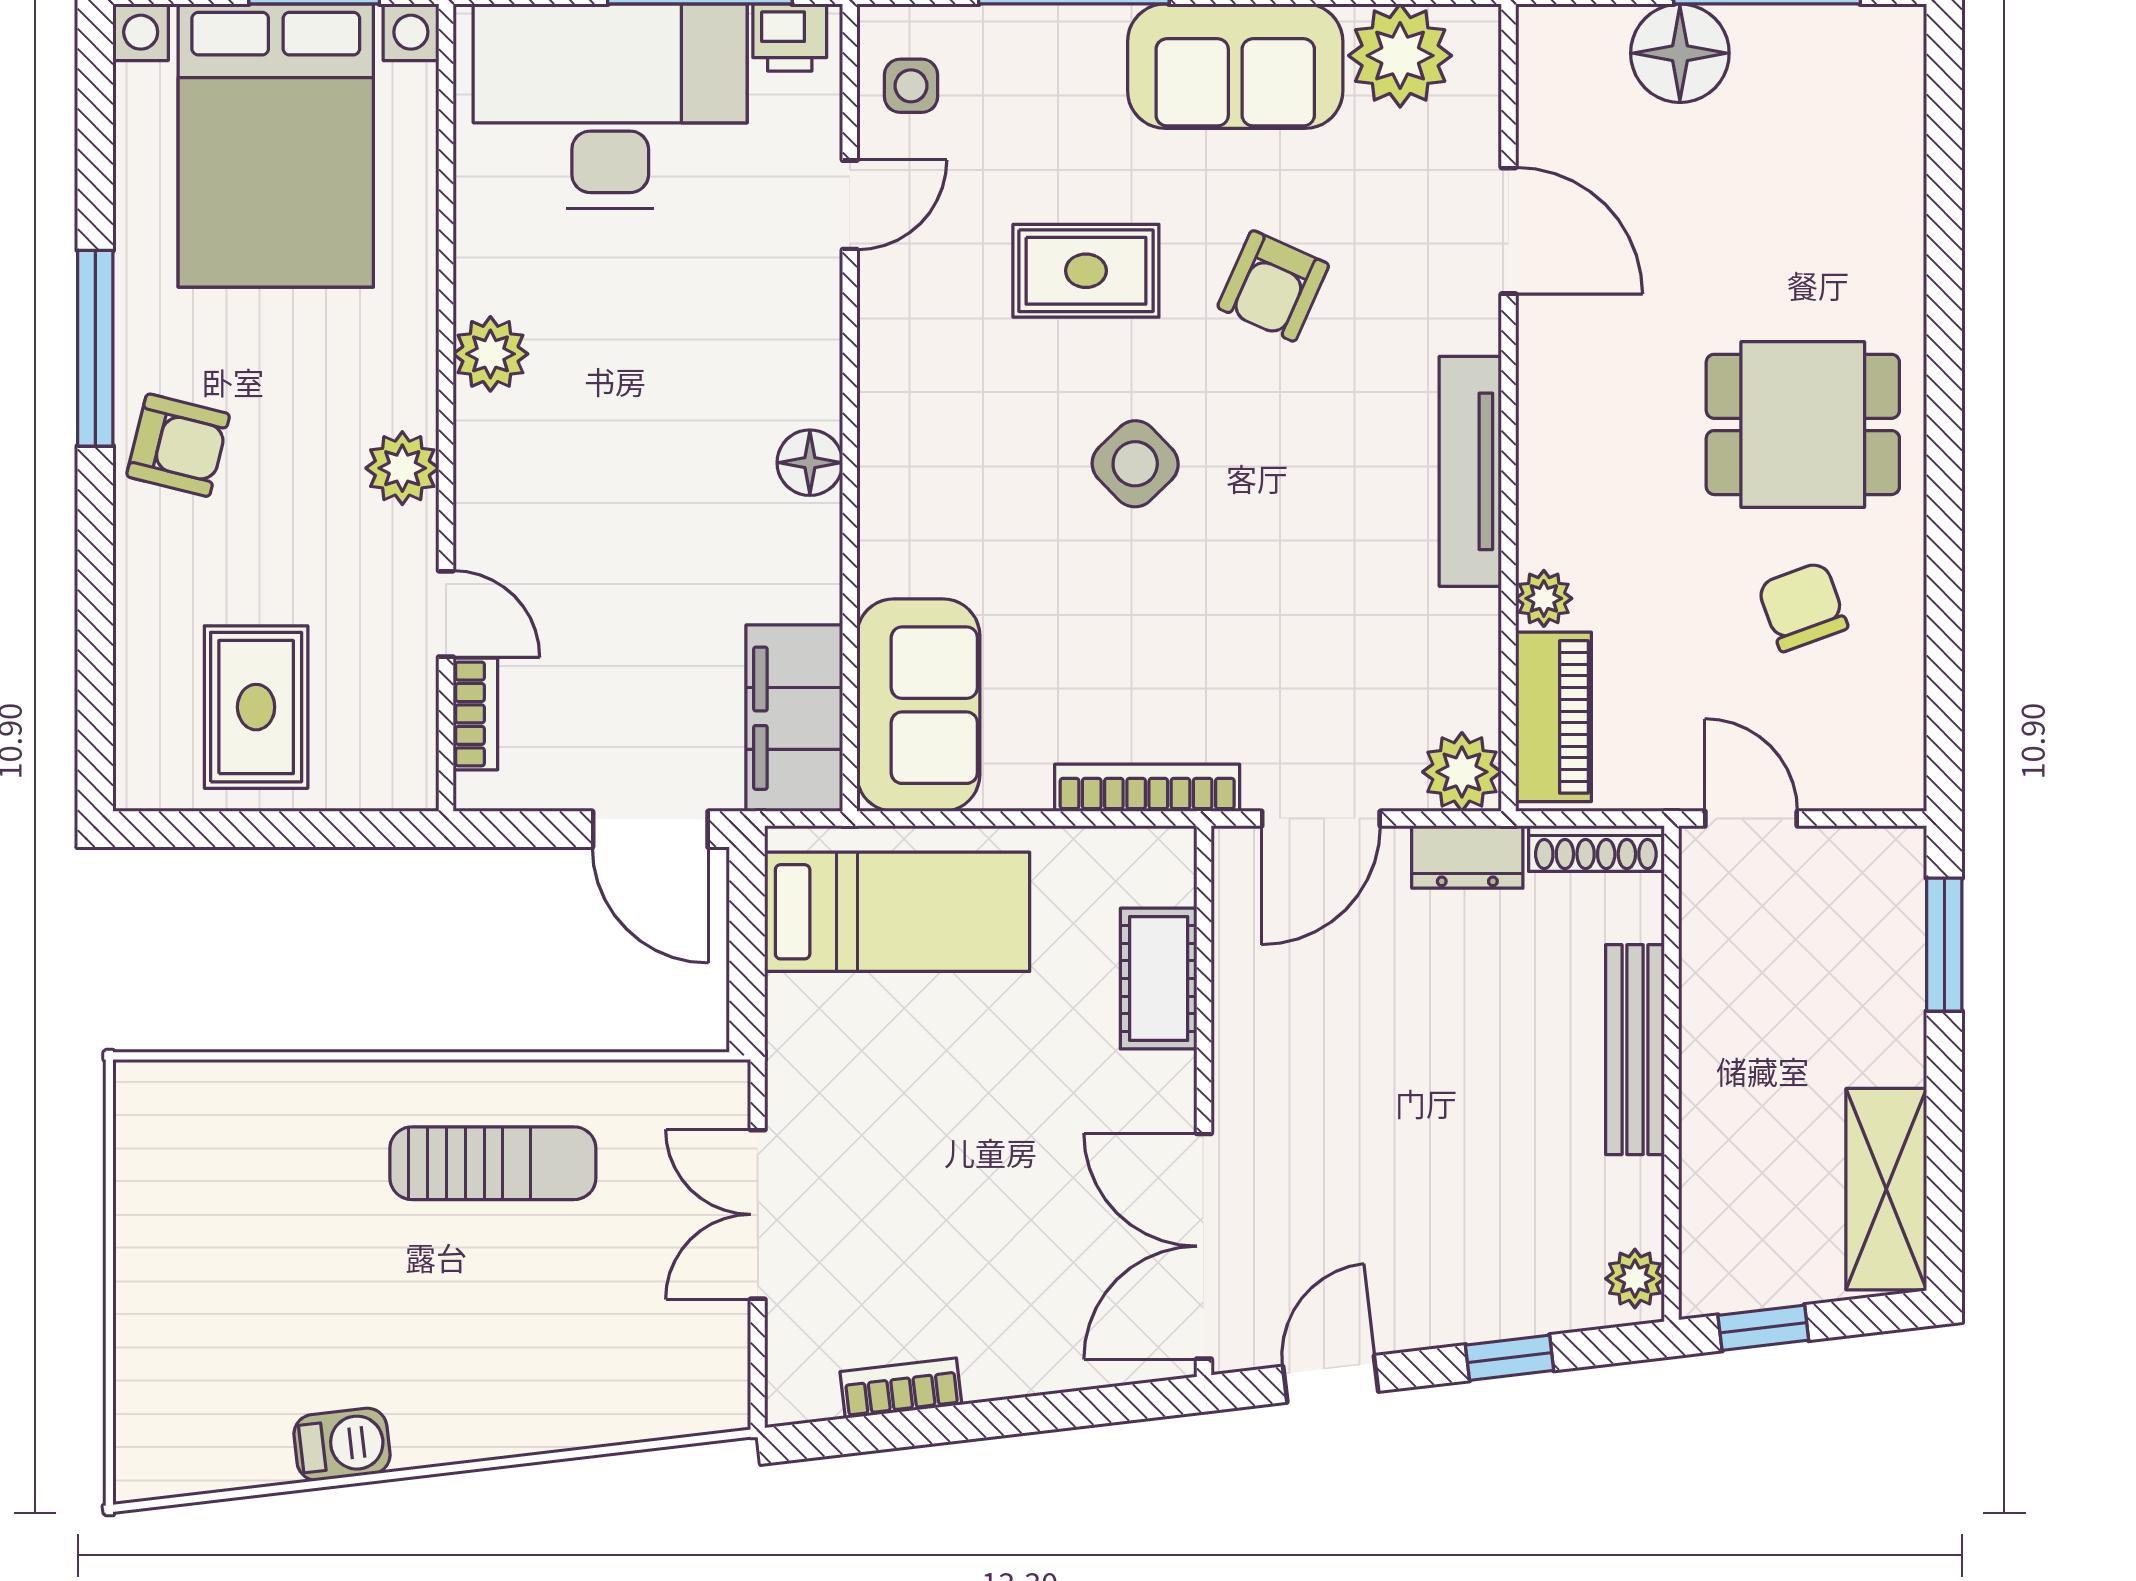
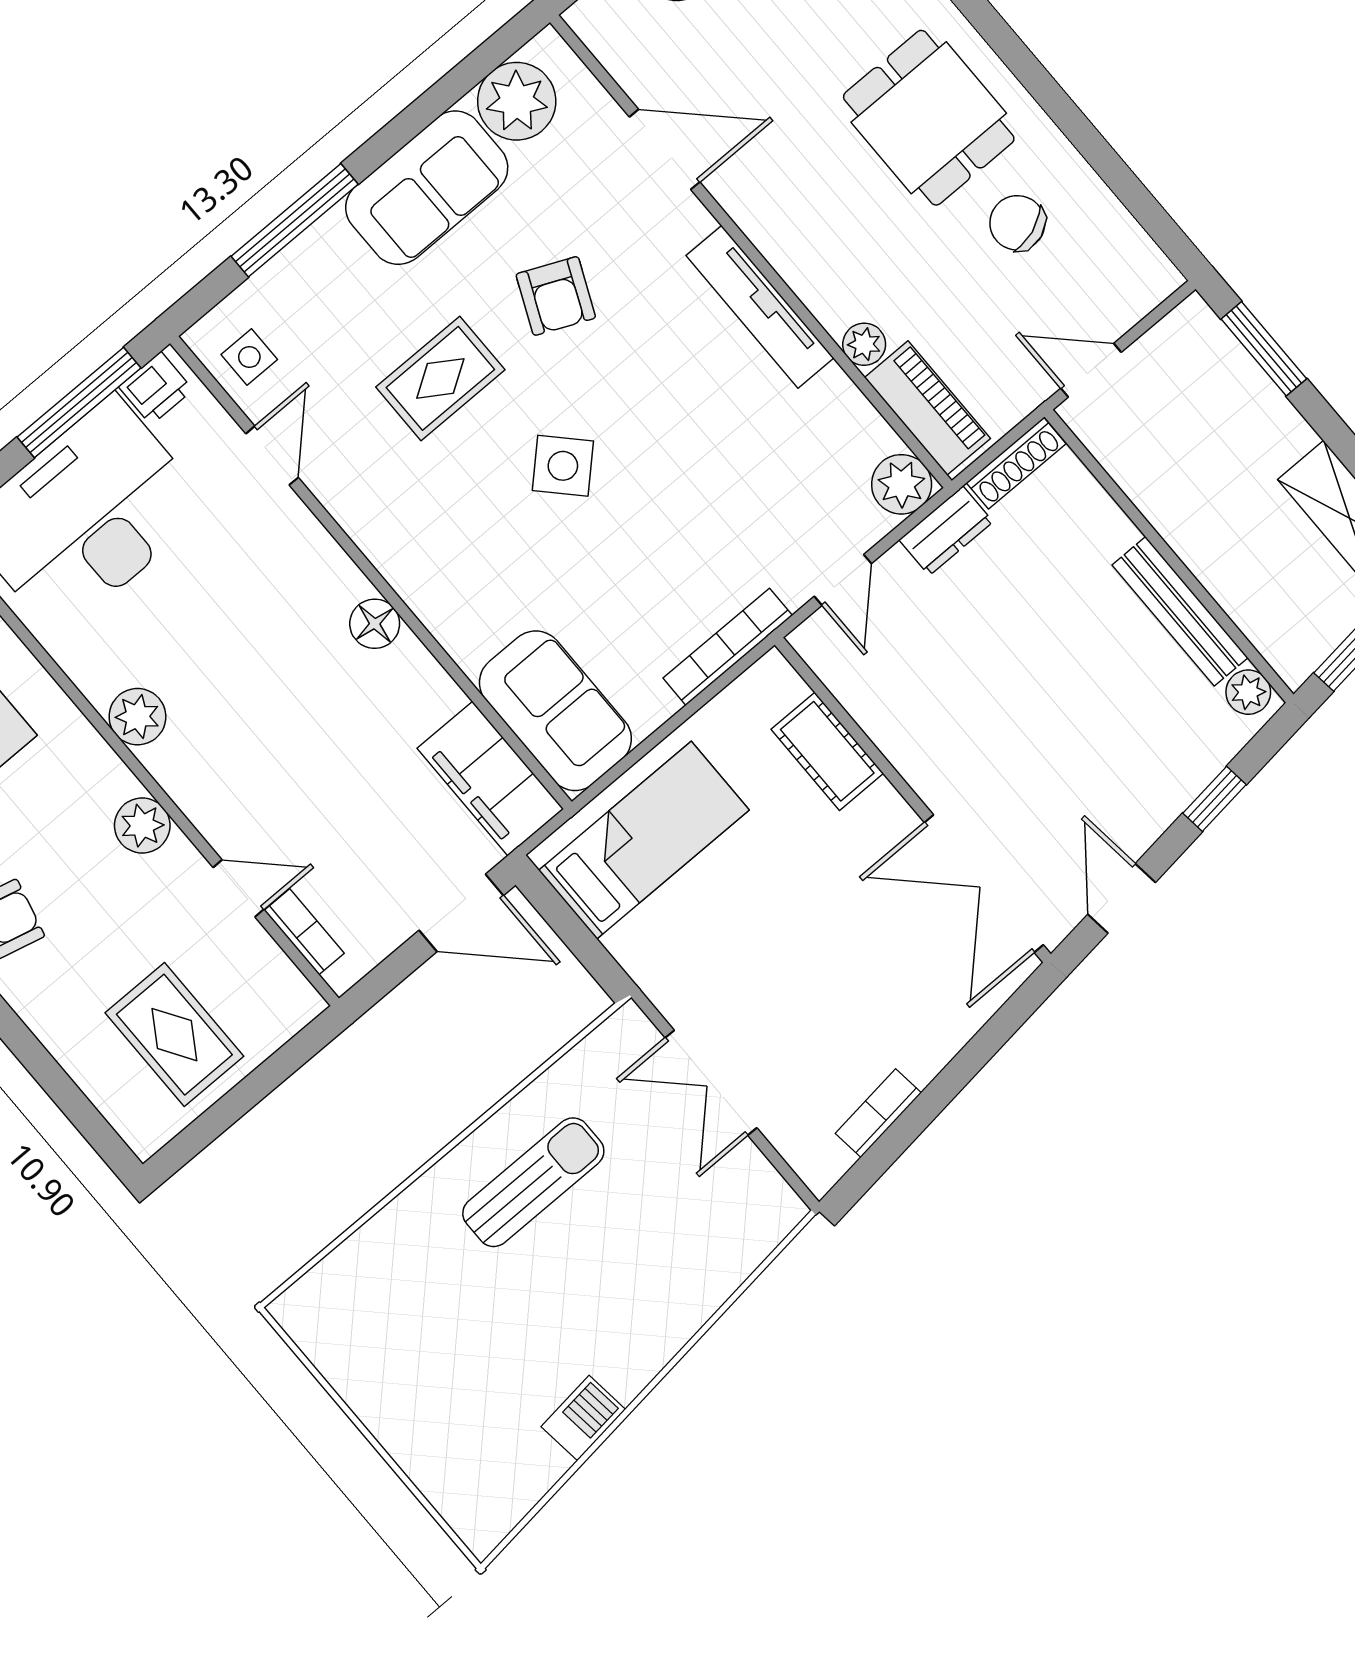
dining table: (1803, 424) -> (929, 118), turned 90
door: (1321, 819) -> (843, 580), width x0.73
bench: (1635, 1050) -> (1180, 611), moved

